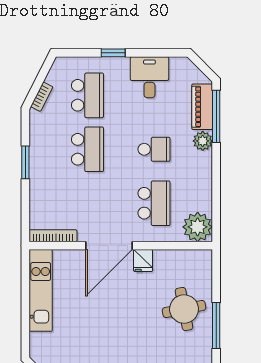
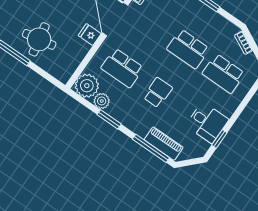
window: (113, 53) -> (219, 139), moved
plant: (203, 141) -> (102, 101), moved
school desk: (154, 149) -> (158, 93), turned 180
window: (216, 180) -> (109, 119), added

